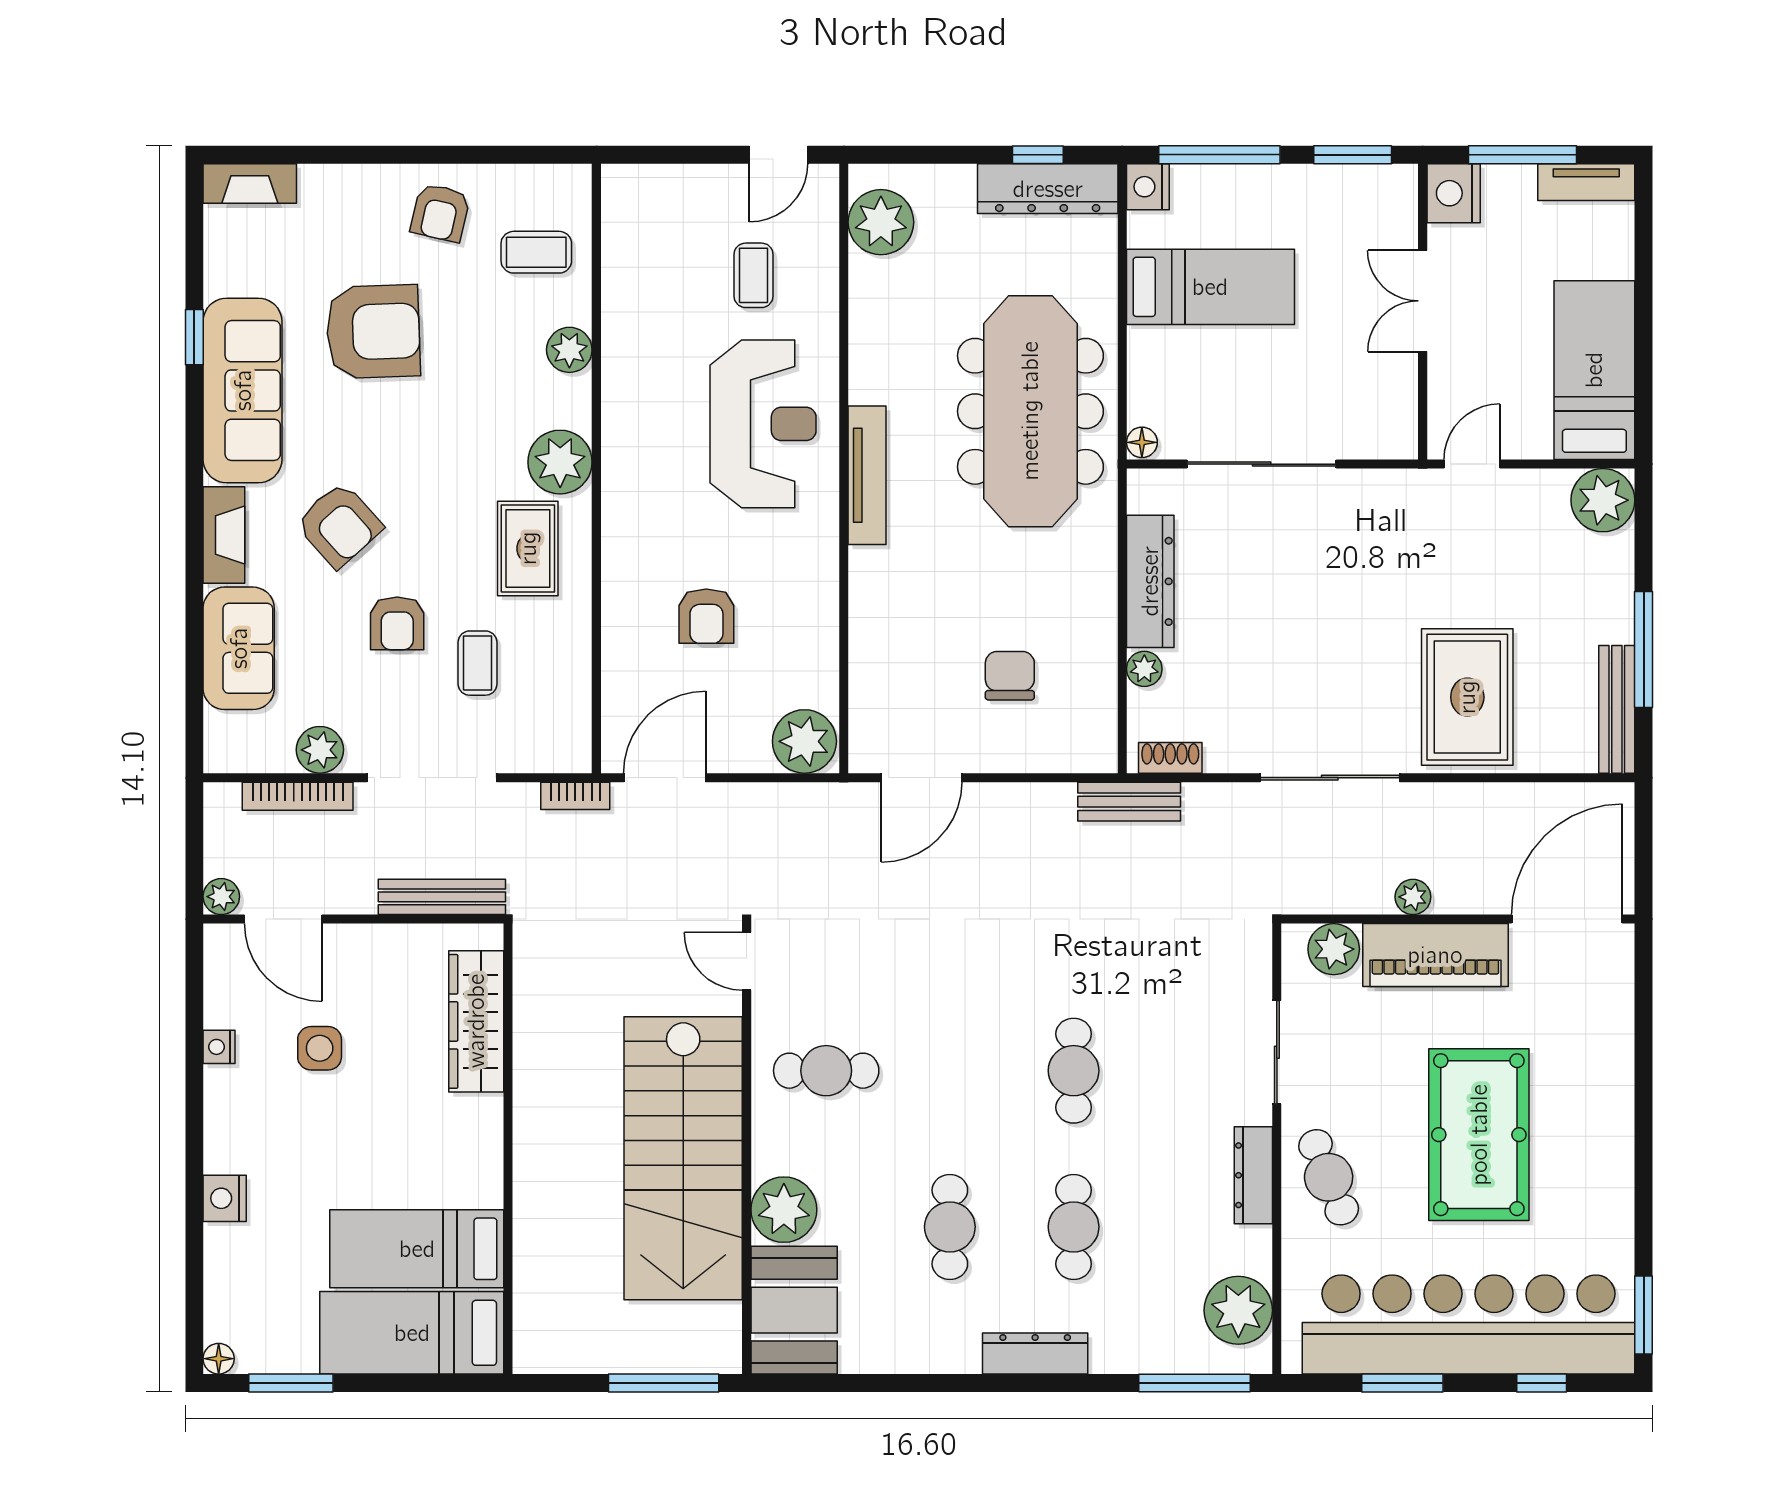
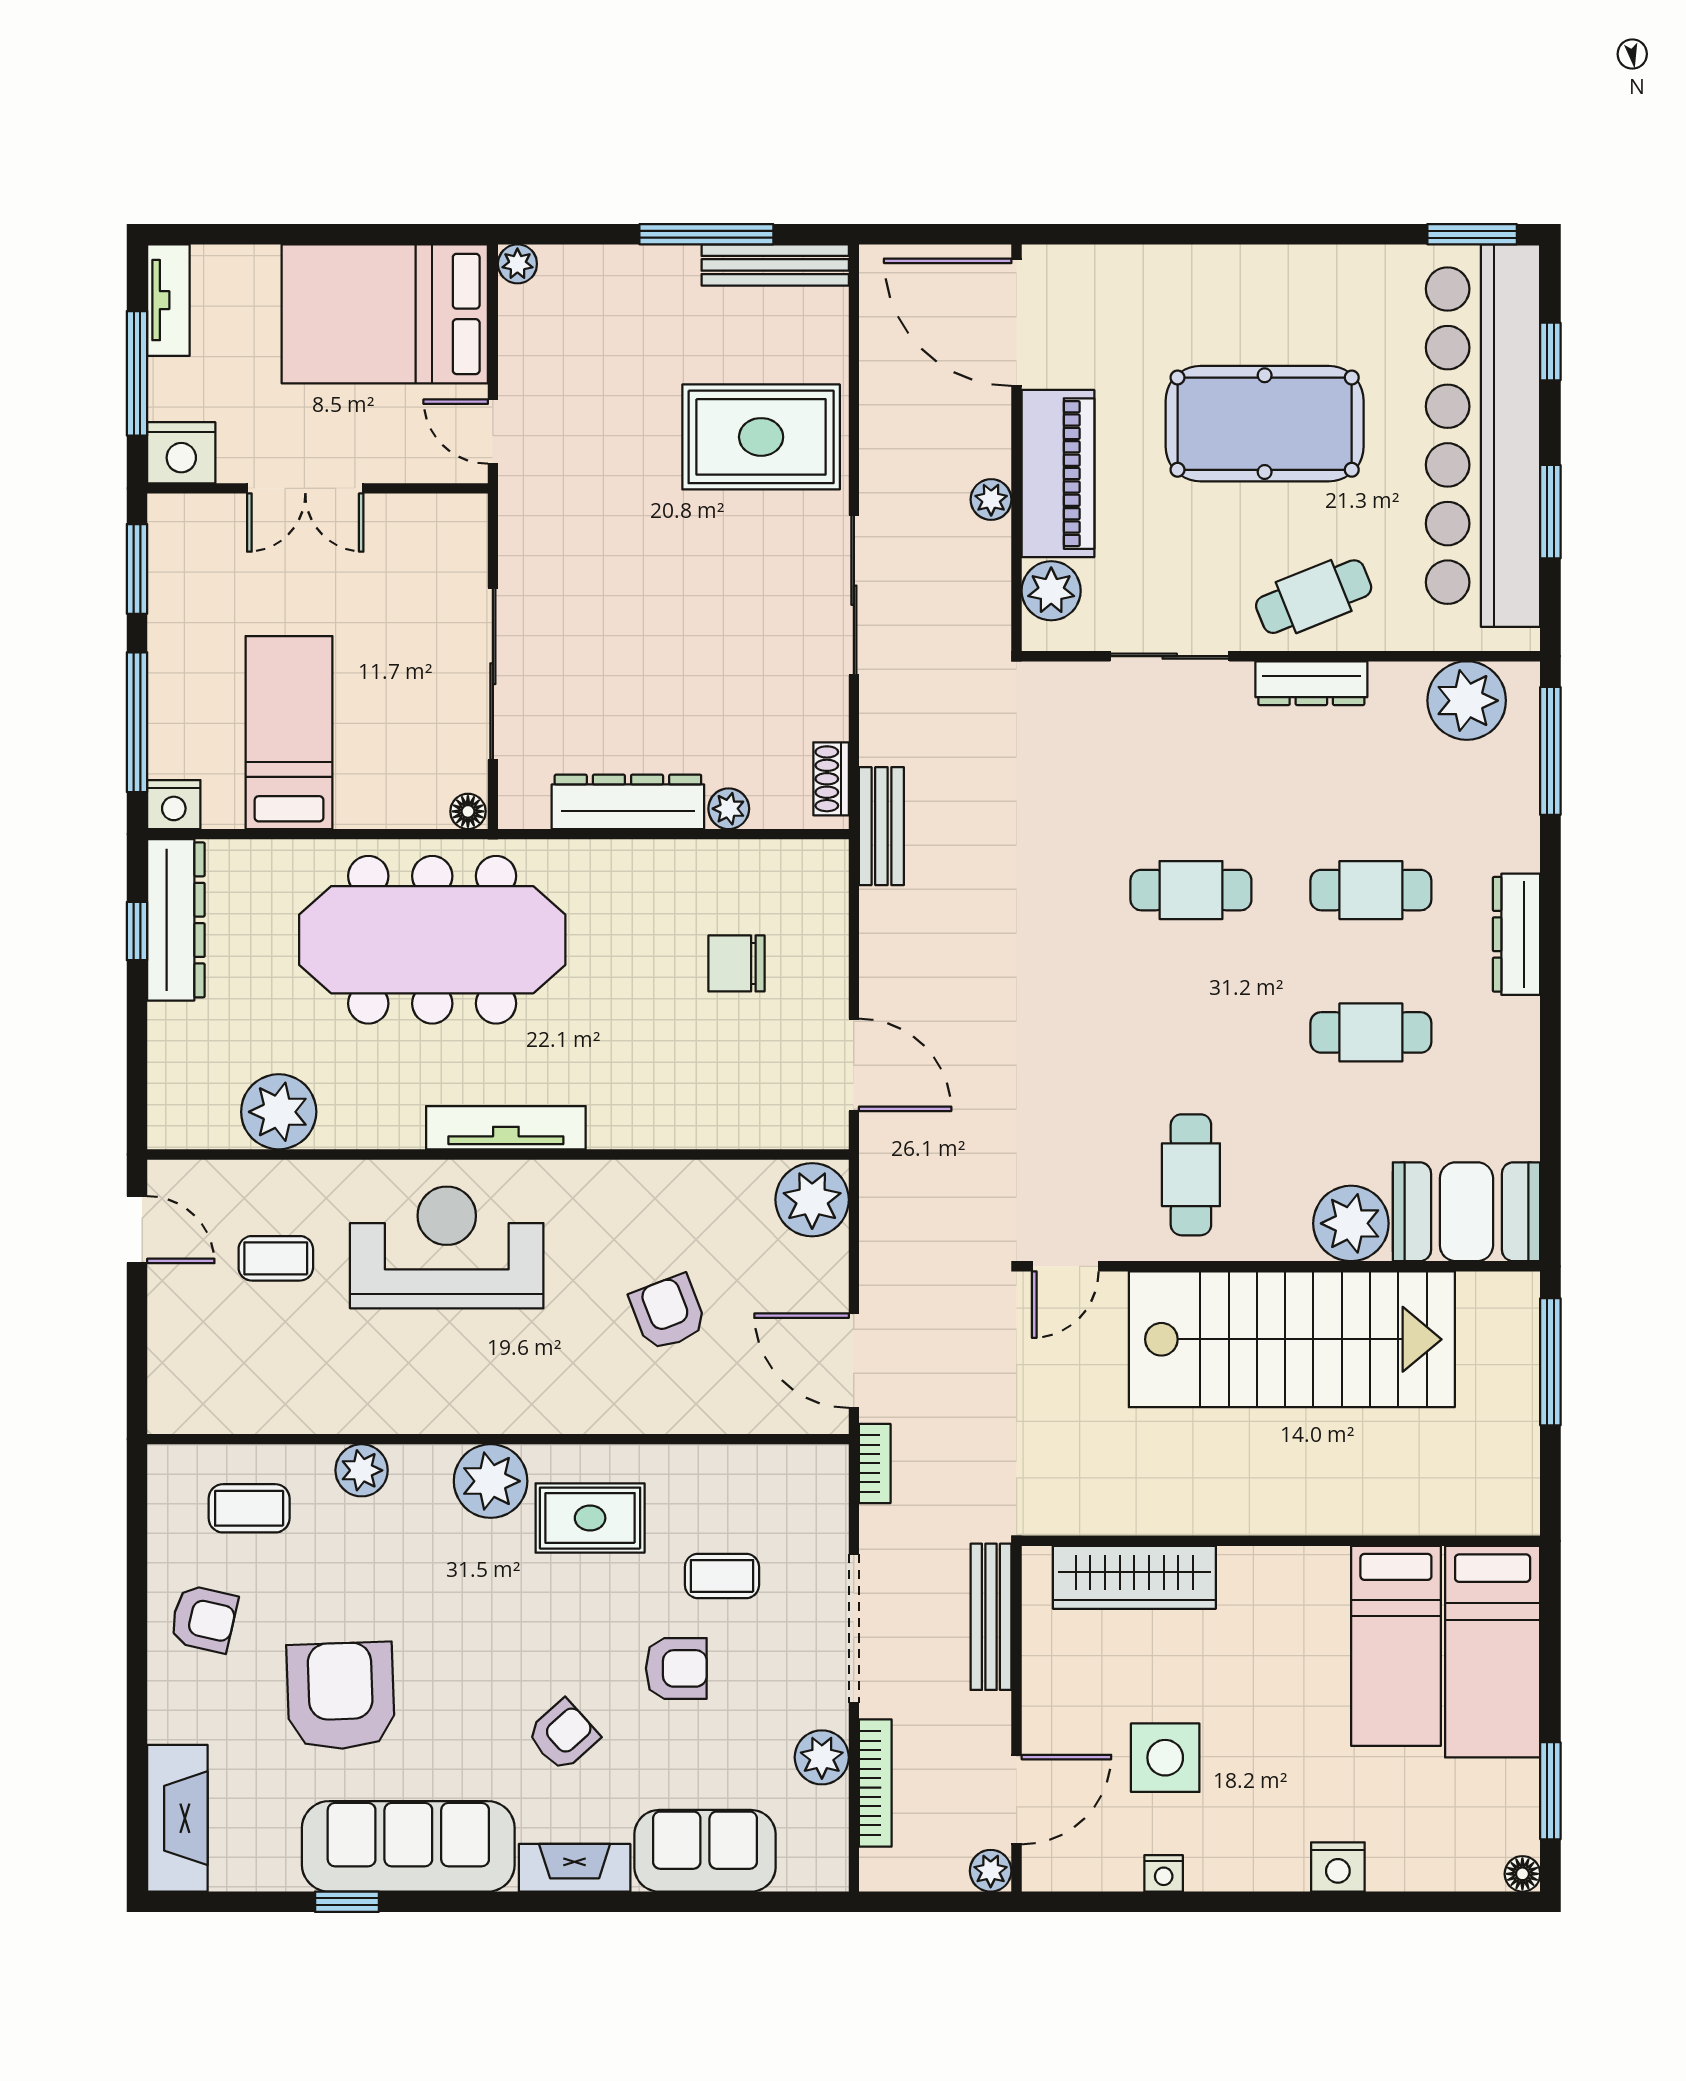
fireplace: (250, 183) -> (177, 1818), width x1.37, depth x1.32
plant: (881, 222) -> (279, 1112), moved
coffee table: (536, 252) -> (249, 1508), turned 90
bed: (1594, 370) -> (385, 314), width x1.50
plant: (1603, 500) -> (517, 264), width x0.53, depth x0.53
armchair: (339, 525) -> (563, 1735), width x0.72, depth x0.72
armchair: (706, 616) -> (668, 1313), turned -111
side table: (320, 1048) -> (1165, 1758), width x1.37, depth x1.37

